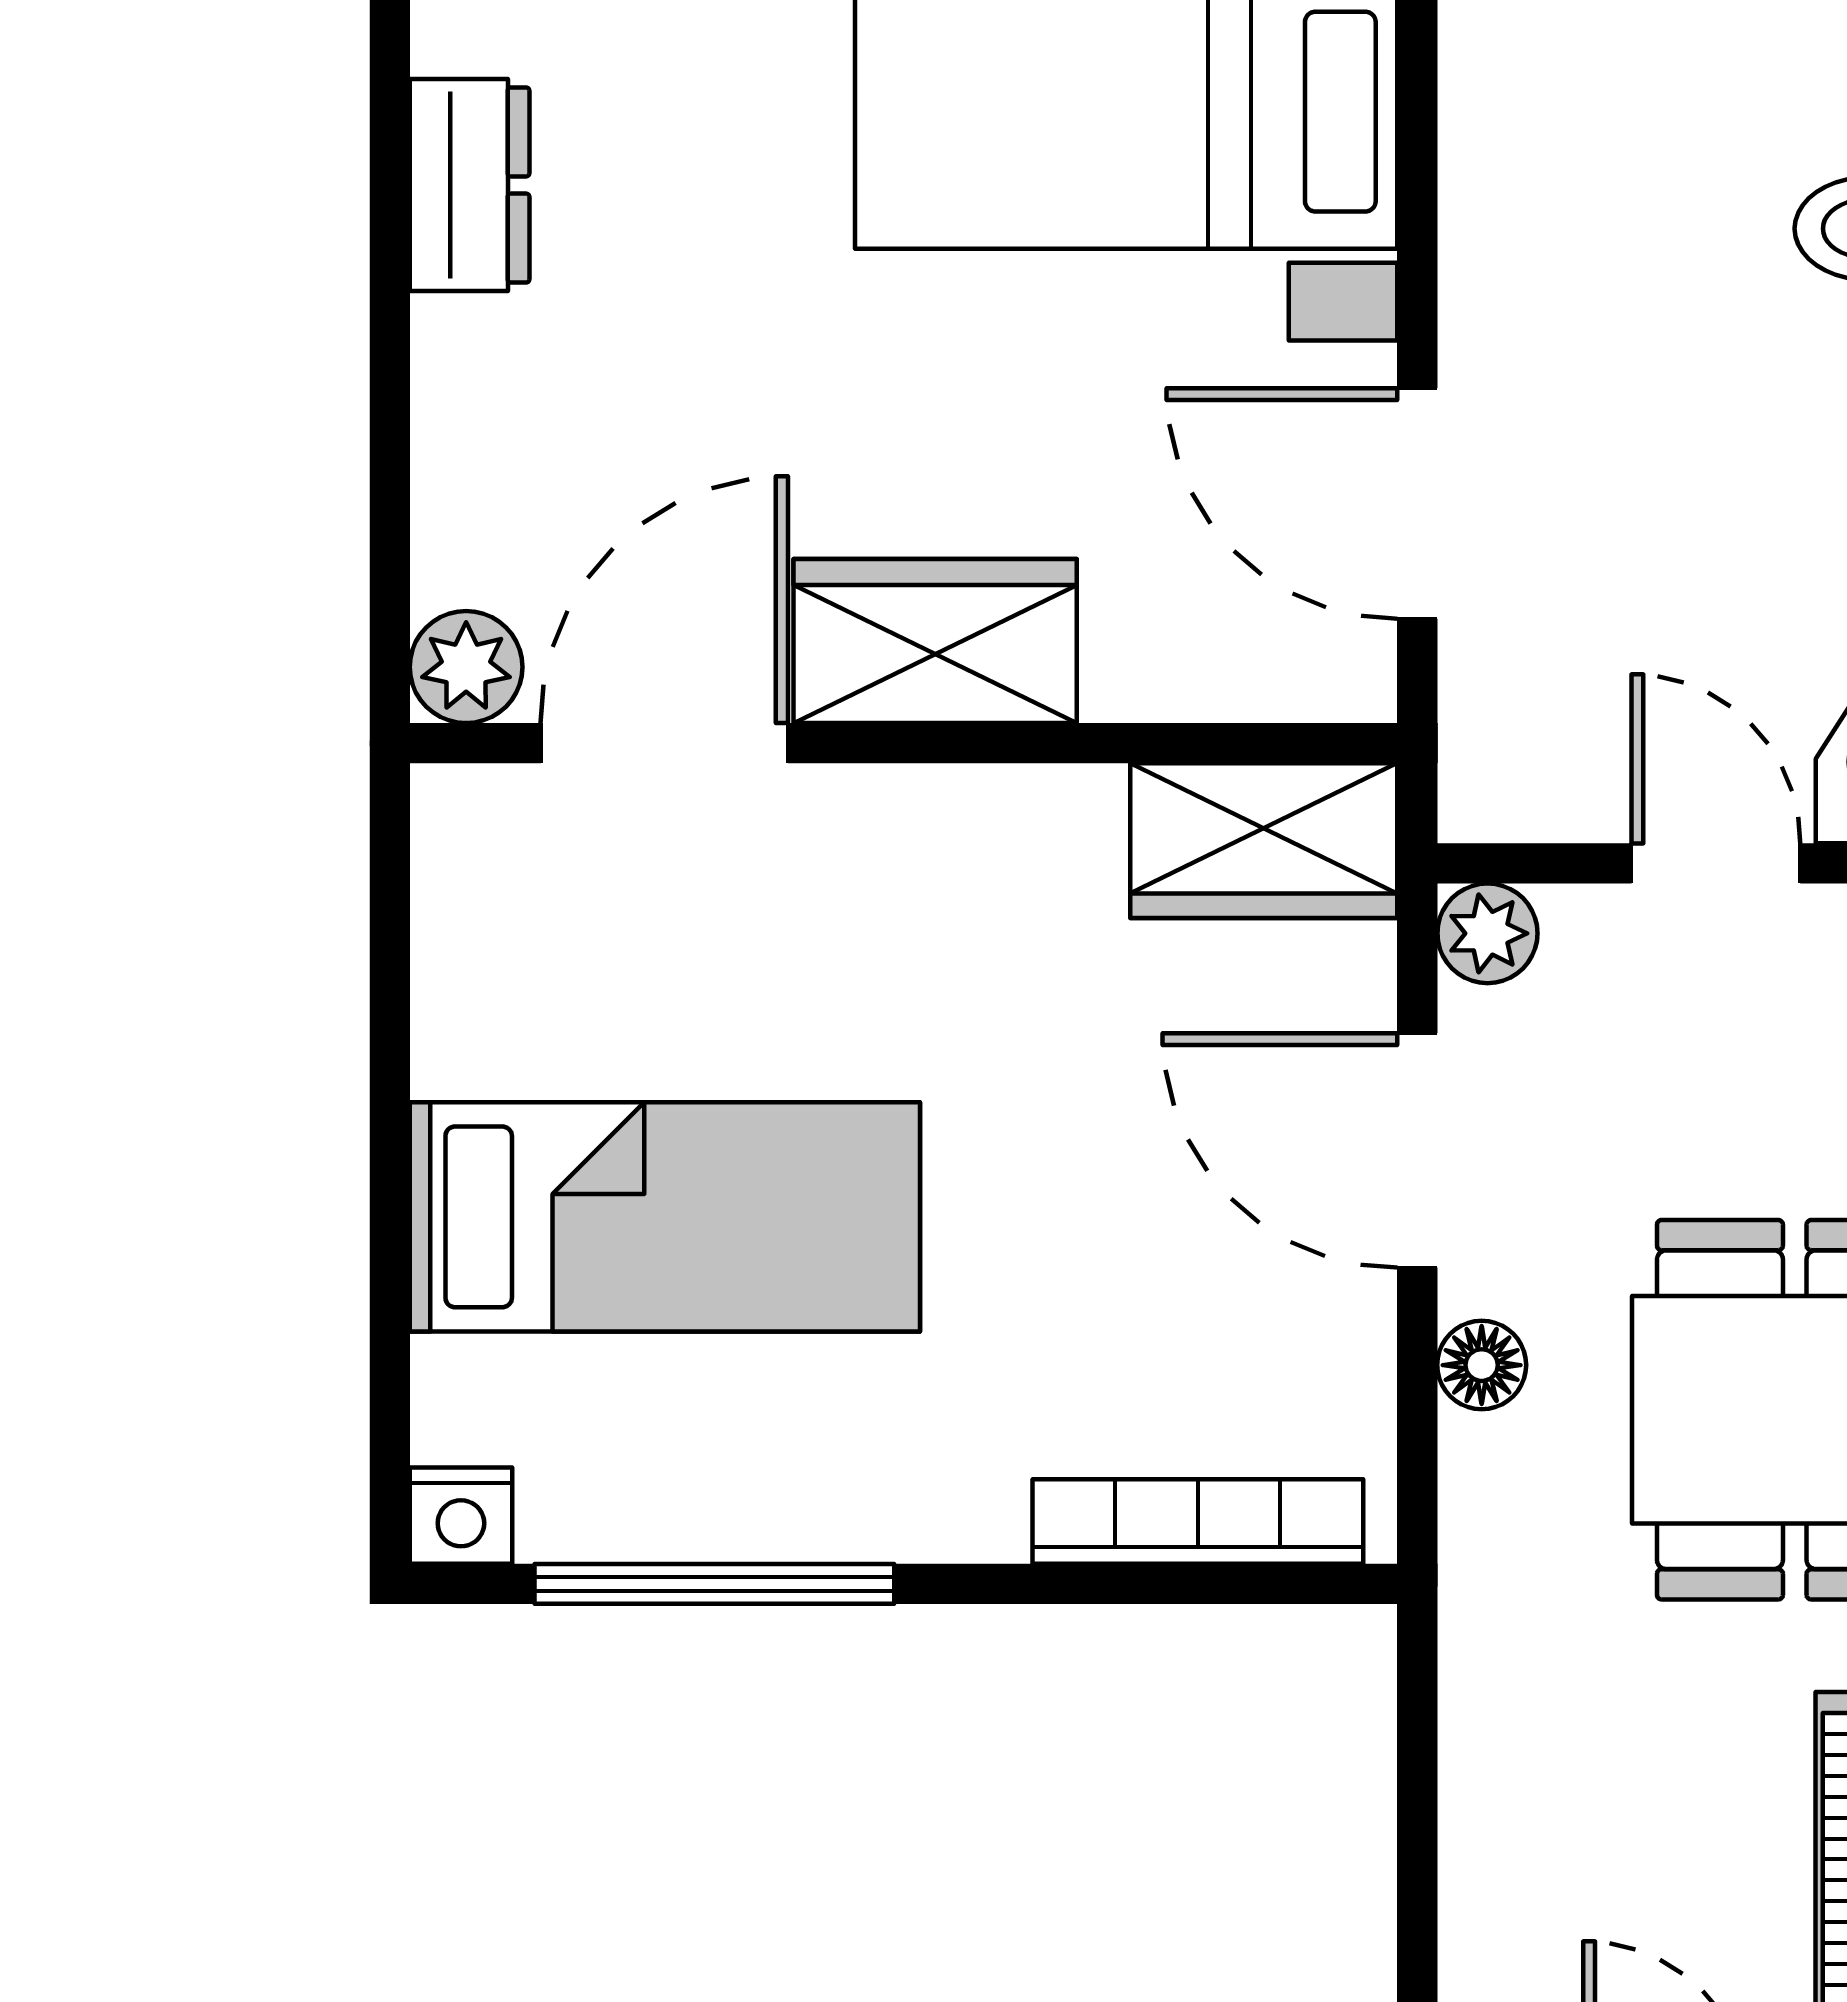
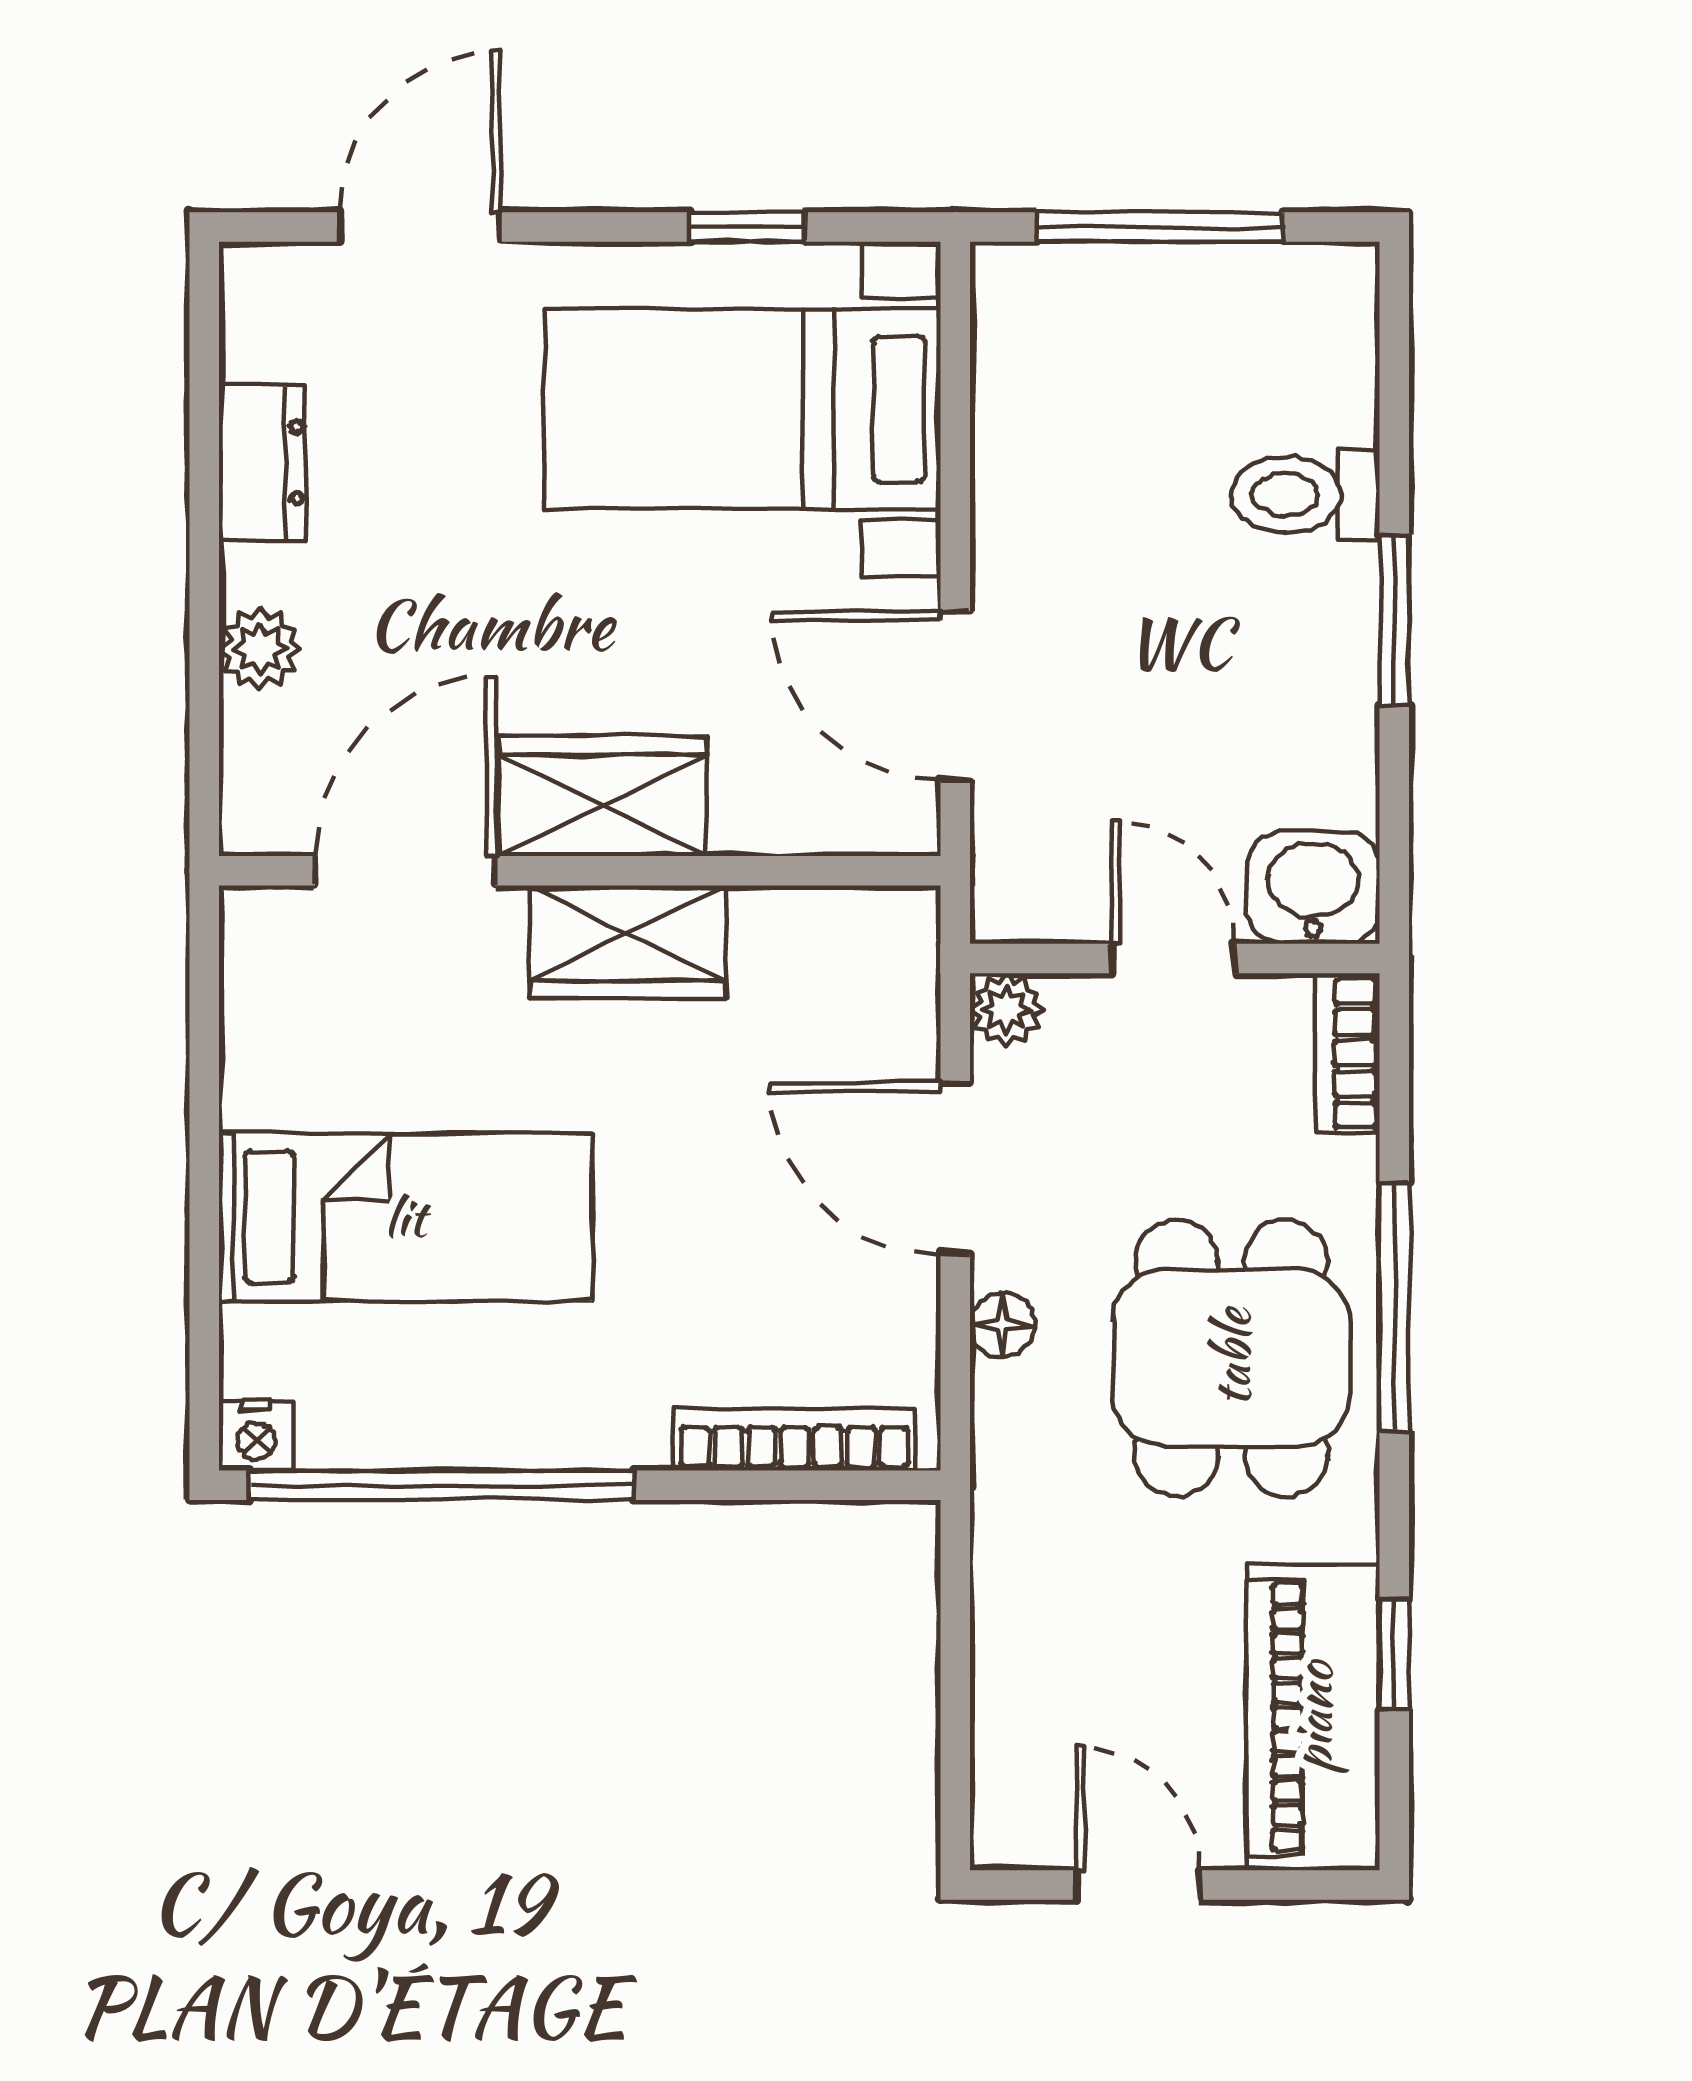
plant: (466, 667) -> (260, 649), moved
wardrobe: (1264, 841) -> (628, 942), moved
window: (714, 1584) -> (442, 1485), width x1.46

